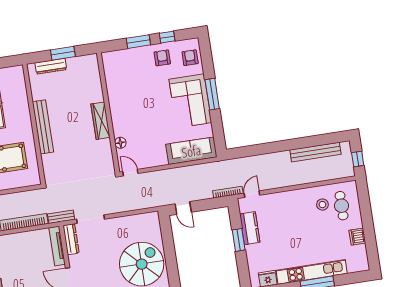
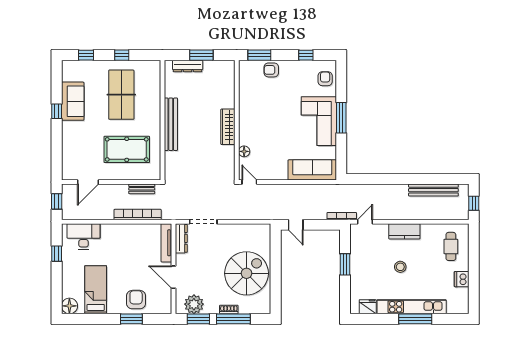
window: (138, 42) -> (259, 55), moved
armchair: (162, 58) -> (271, 70), moved, turned -90
stool: (322, 205) -> (400, 267), moved
bench: (61, 217) -> (142, 189), moved
kitchen counter: (250, 228) -> (404, 231), moved, turned 90

